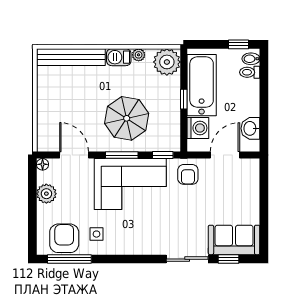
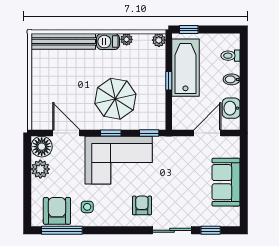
window: (238, 44) -> (189, 30), moved
bidet: (251, 59) -> (232, 79), moved
plant: (167, 62) -> (159, 40), width x0.53, depth x0.53
washing machine: (198, 128) -> (182, 108), removed
window: (122, 155) -> (111, 133), width x0.67
floor lamp: (43, 164) -> (42, 147), width x1.89, depth x1.89
armchair: (188, 174) -> (142, 205), moved, turned 180
sofa: (234, 240) -> (226, 182), moved, turned -90

